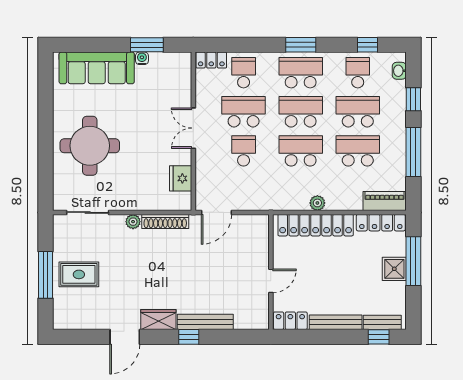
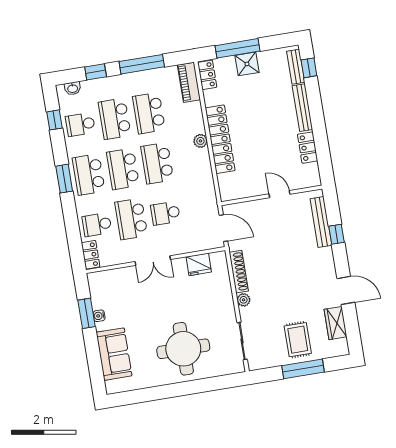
sofa: (97, 68) -> (114, 354), width x0.73
locker: (381, 223) -> (207, 75), width x0.66
wall: (271, 272) -> (272, 195), moved
door: (271, 281) -> (279, 194), moved
wardrobe: (158, 319) -> (336, 323), moved

